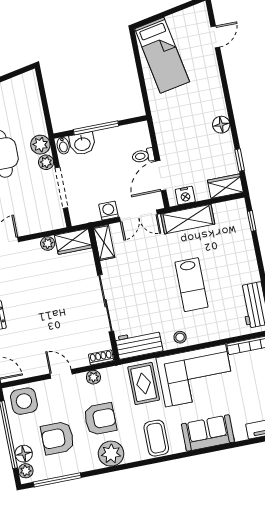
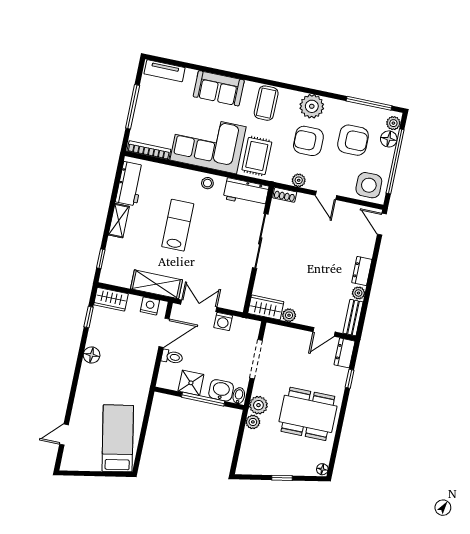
shower: (114, 138) -> (191, 383), added
plant: (46, 162) -> (253, 422), moved
shelving: (104, 243) -> (119, 221), moved

